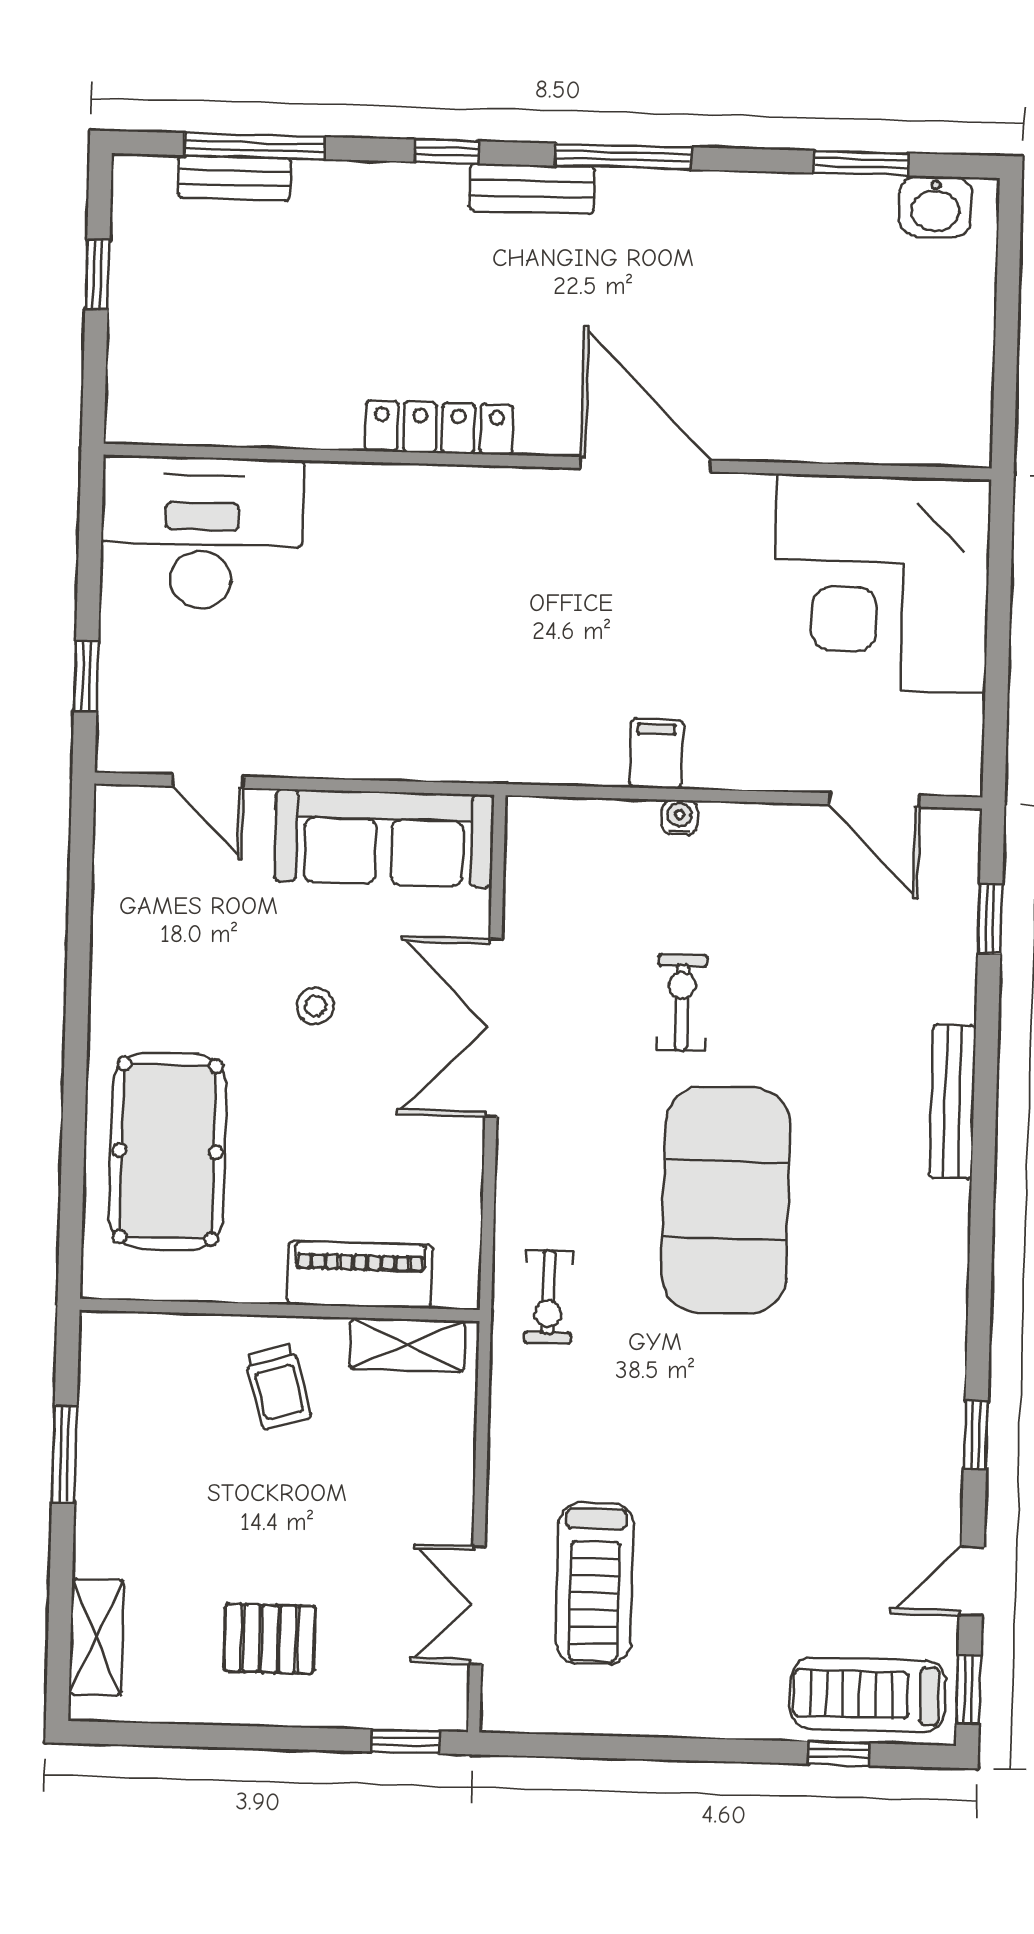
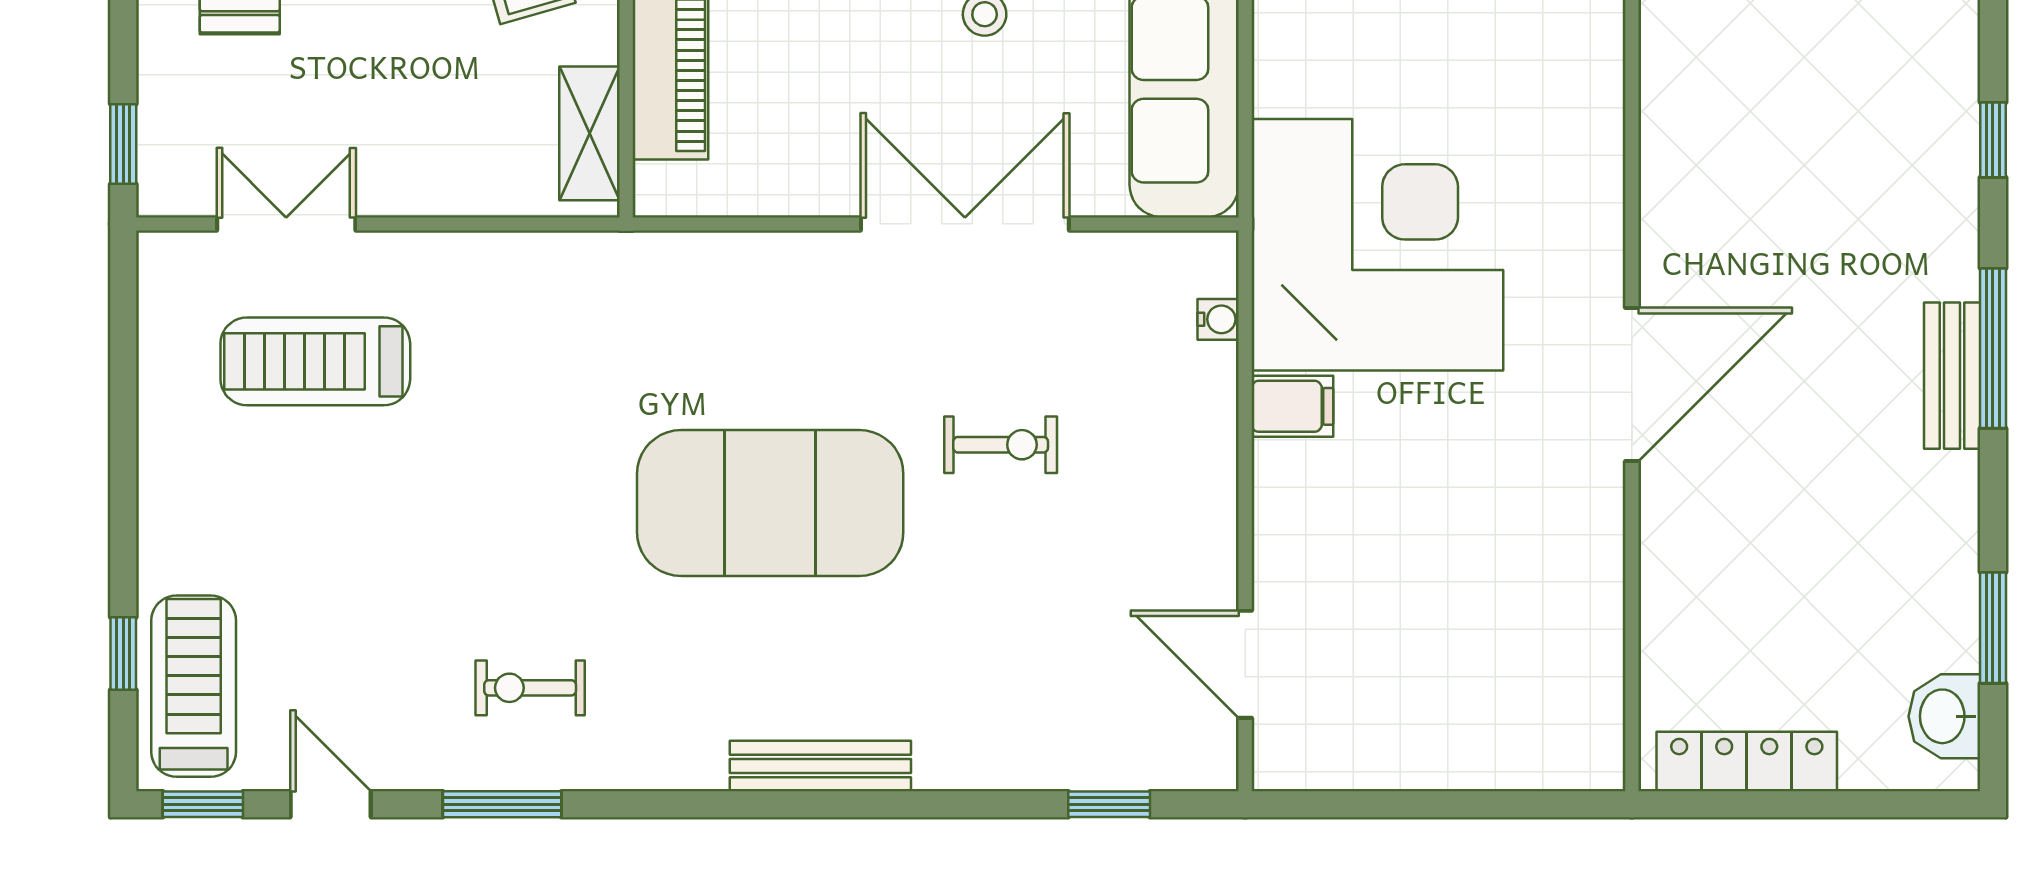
bench: (532, 189) -> (1952, 376), moved
locker: (439, 428) -> (1747, 761), moved, turned -90
corner desk: (881, 583) -> (1377, 245), moved, turned 90
door: (874, 800) -> (1245, 664), hinge flipped
water cooler: (679, 817) -> (1218, 319), moved
bench: (952, 1102) -> (820, 766), moved
exercise bike: (548, 1297) -> (530, 688), moved
window: (976, 1435) -> (502, 804), width x1.50

